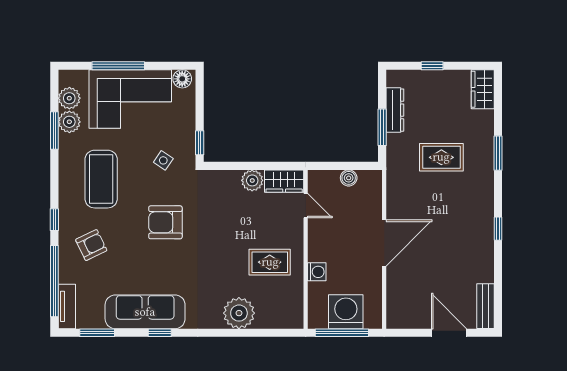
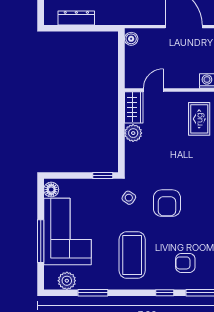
plant: (69, 122) -> (86, 281), removed
window: (382, 127) -> (90, 28), removed
side table: (163, 160) -> (129, 198), moved
boiler: (349, 178) -> (131, 39), moved
coffee table: (101, 179) -> (132, 255), turned 90
armchair: (91, 245) -> (185, 263), turned -64

